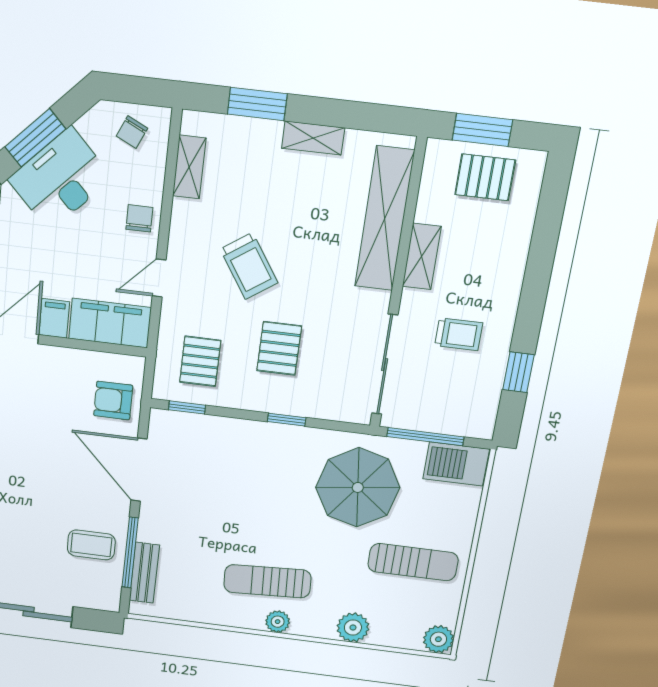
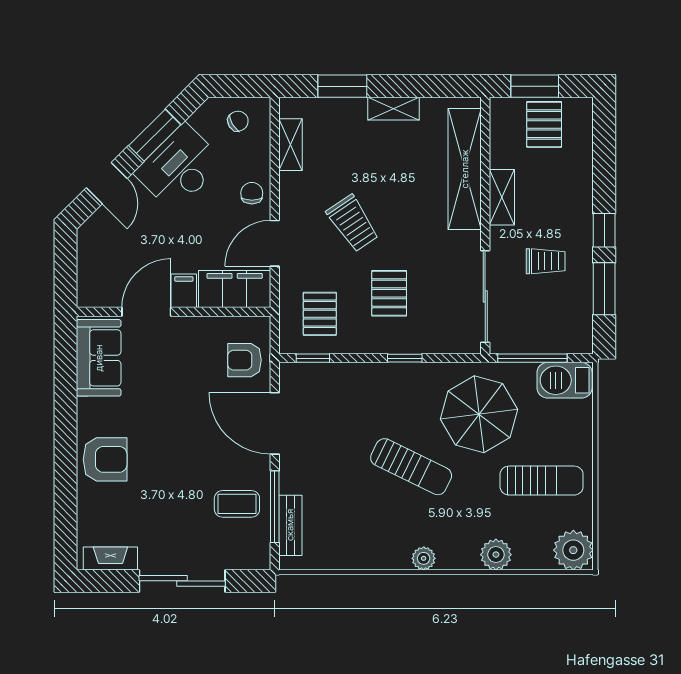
chair: (132, 132) -> (238, 121), turned -146
pallet: (485, 177) -> (544, 124), turned 90
door: (159, 278) -> (275, 243), width x1.38
window: (531, 308) -> (604, 230), added
window: (518, 372) -> (604, 289), width x1.50
sun lounger: (267, 581) -> (411, 467), moved, turned -151
plant: (438, 639) -> (573, 550), width x1.36, depth x1.36

